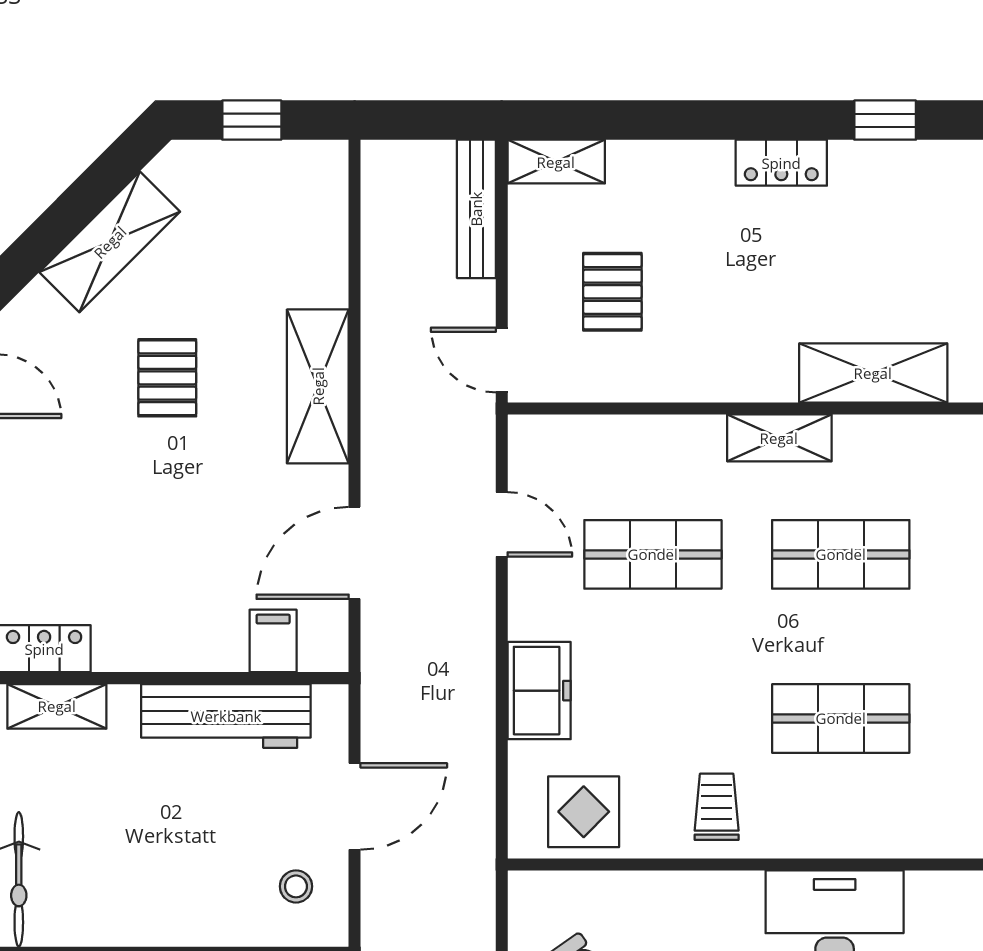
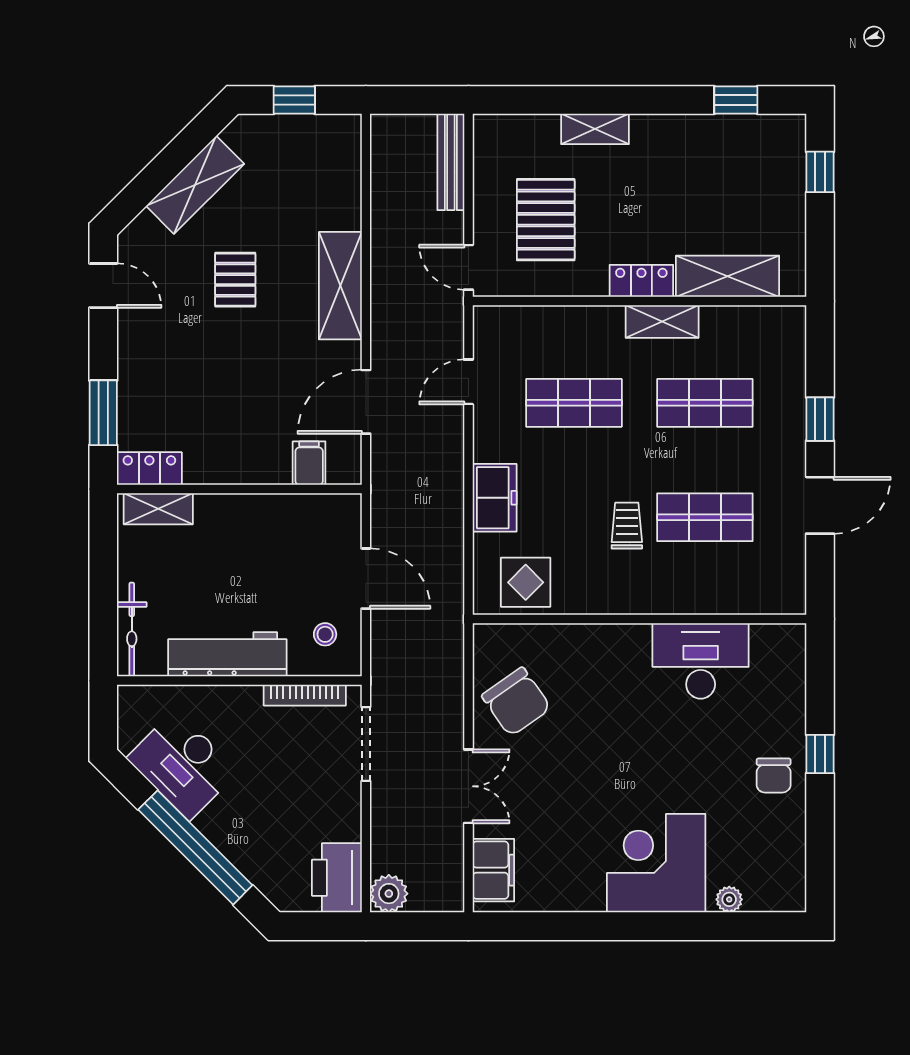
shelving: (556, 162) -> (595, 129), moved
locker: (781, 163) -> (641, 281), moved, turned 180
pallet: (612, 292) -> (546, 220), width x1.50, depth x1.42
door: (502, 524) -> (468, 382), swing flipped
workbench: (226, 716) -> (227, 654), moved, turned 180
door: (355, 806) -> (366, 579), hinge flipped
trolley: (717, 807) -> (627, 526), moved

